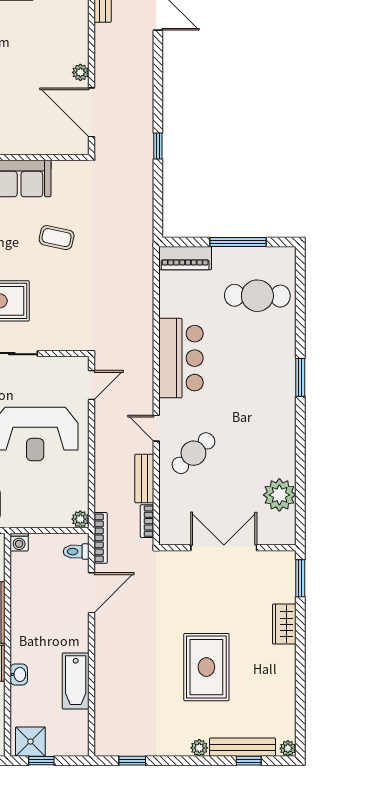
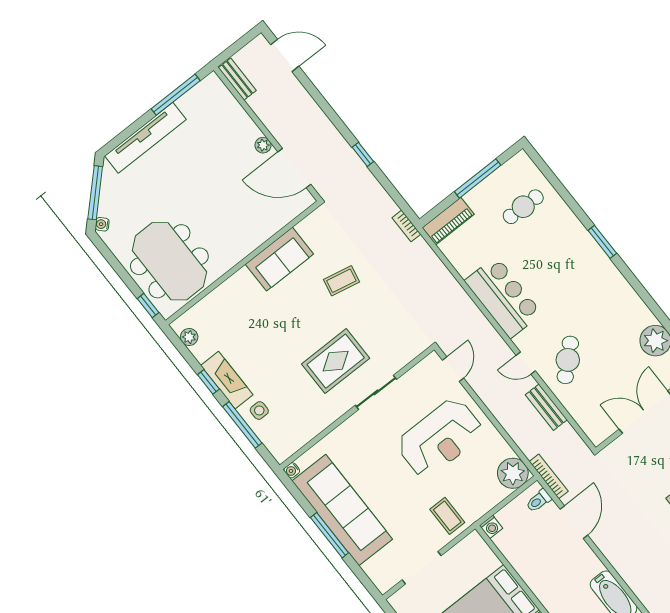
cafe table: (257, 296) -> (523, 207), width x0.73, depth x0.74
plant: (80, 519) -> (513, 473), width x1.87, depth x1.87
bookcase: (147, 521) -> (406, 226), moved

